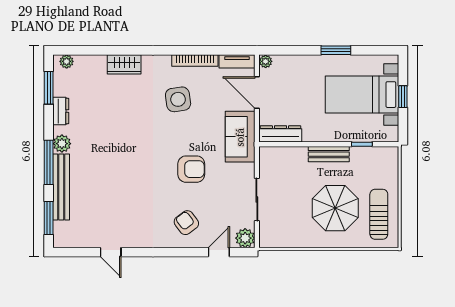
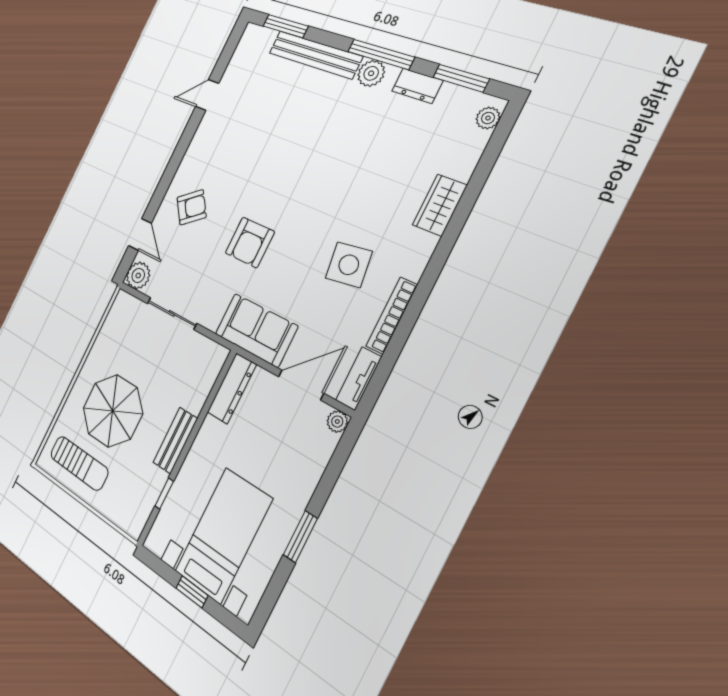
window: (49, 162) -> (381, 54), moved

